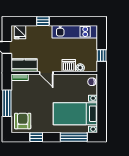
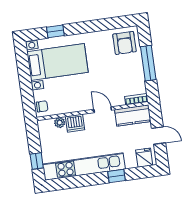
kitchen unit: (75, 32) -> (84, 167), width x1.36
window: (102, 56) -> (37, 161), moved
window: (36, 137) -> (104, 25), removed
window: (74, 137) -> (55, 31), width x0.46

